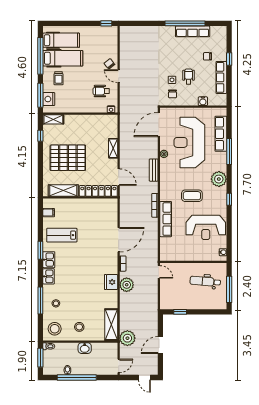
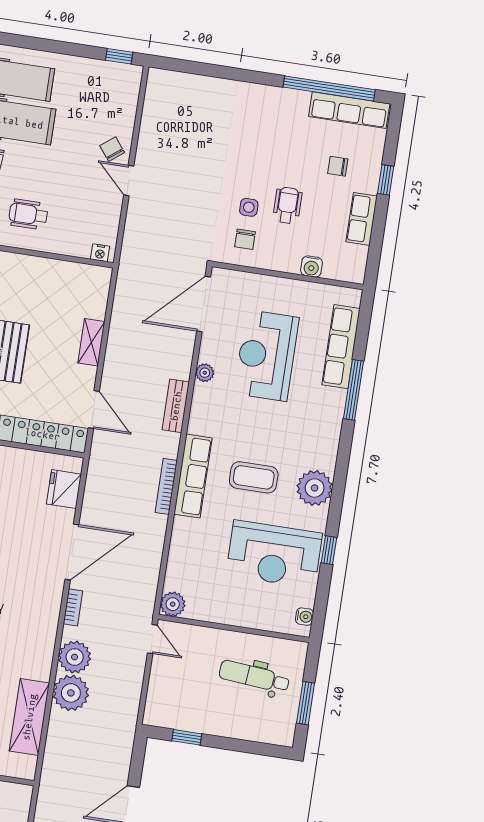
window: (185, 23) -> (329, 88), moved
row of seats: (193, 31) -> (349, 110), moved
row of seats: (221, 77) -> (362, 219), width x0.68
wheelchair: (101, 91) -> (28, 214), moved
reception desk: (189, 142) -> (266, 356), width x0.74, depth x0.77
plant: (219, 179) -> (315, 488), moved
window: (229, 199) -> (329, 550), moved
row of seats: (166, 219) -> (193, 476), moved
plant: (165, 256) -> (173, 604), added
fridge: (111, 282) -> (64, 489), moved
window: (229, 289) -> (306, 703), width x0.69
shelving: (111, 325) -> (29, 717), moved
plant: (127, 338) -> (71, 693), moved

